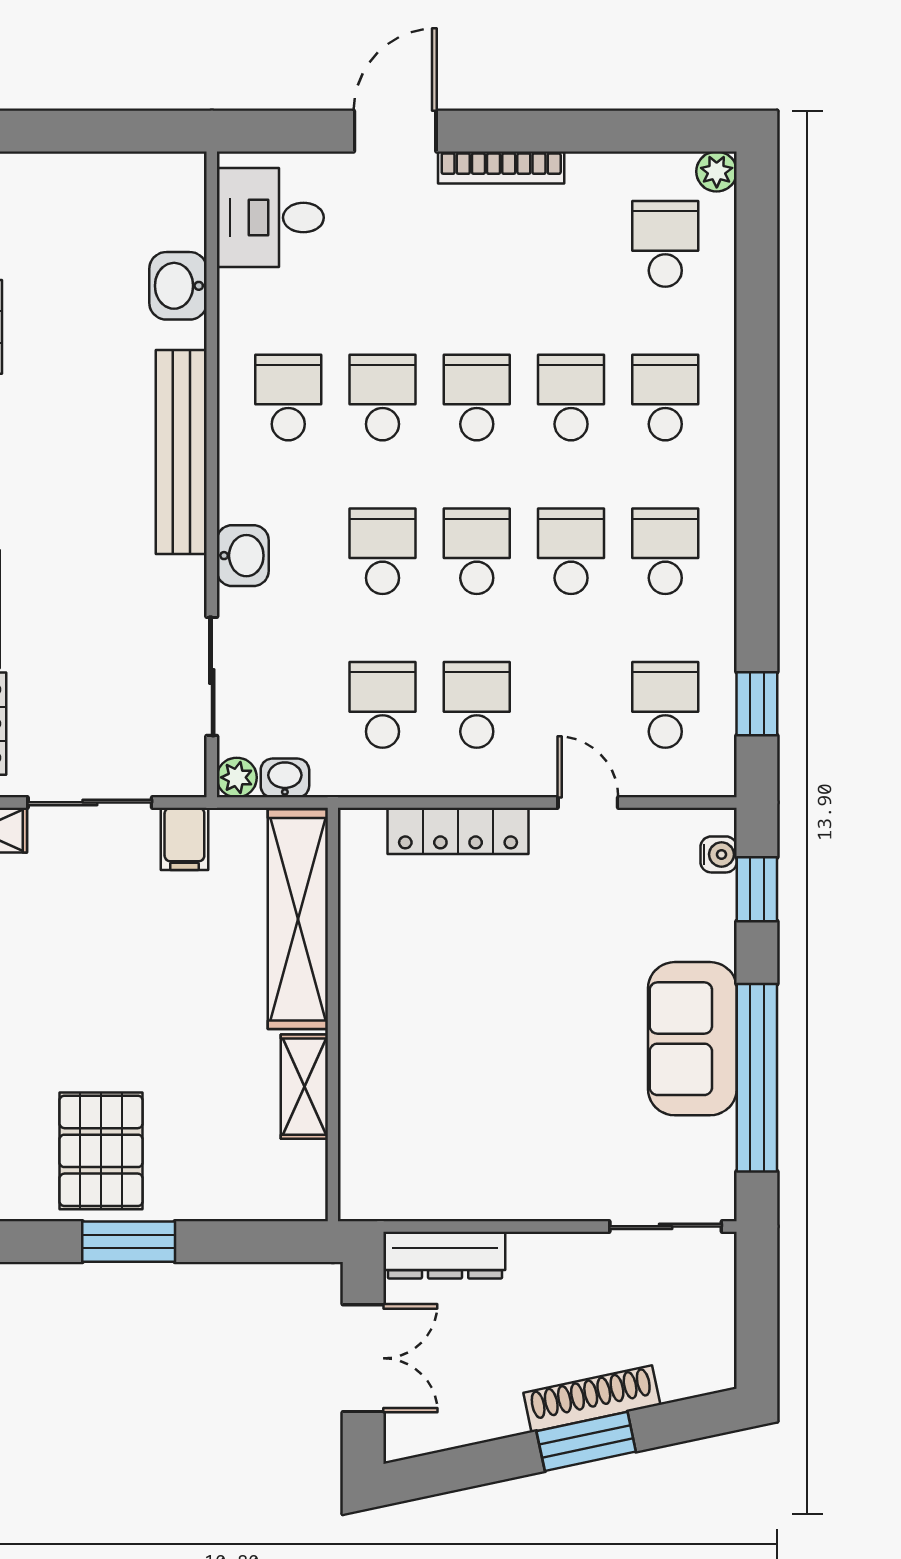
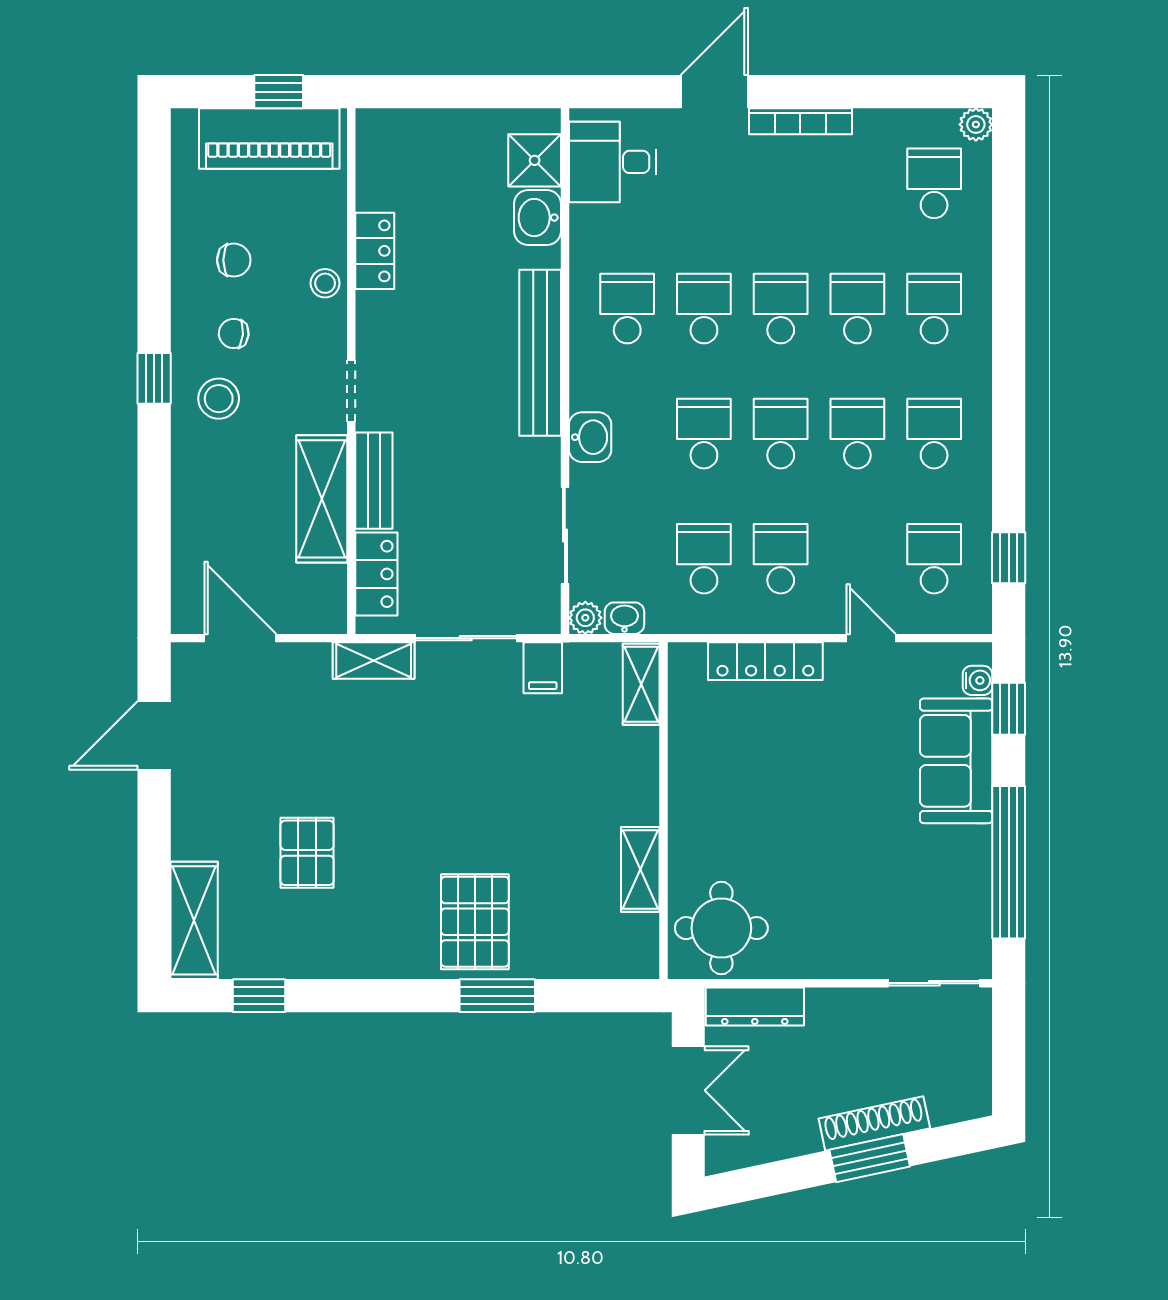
shower: (174, 216) -> (535, 160), added
shelving: (298, 919) -> (641, 684), width x0.45, depth x0.75
sofa: (692, 1039) -> (956, 761), moved
round table: (404, 1159) -> (721, 928), added

